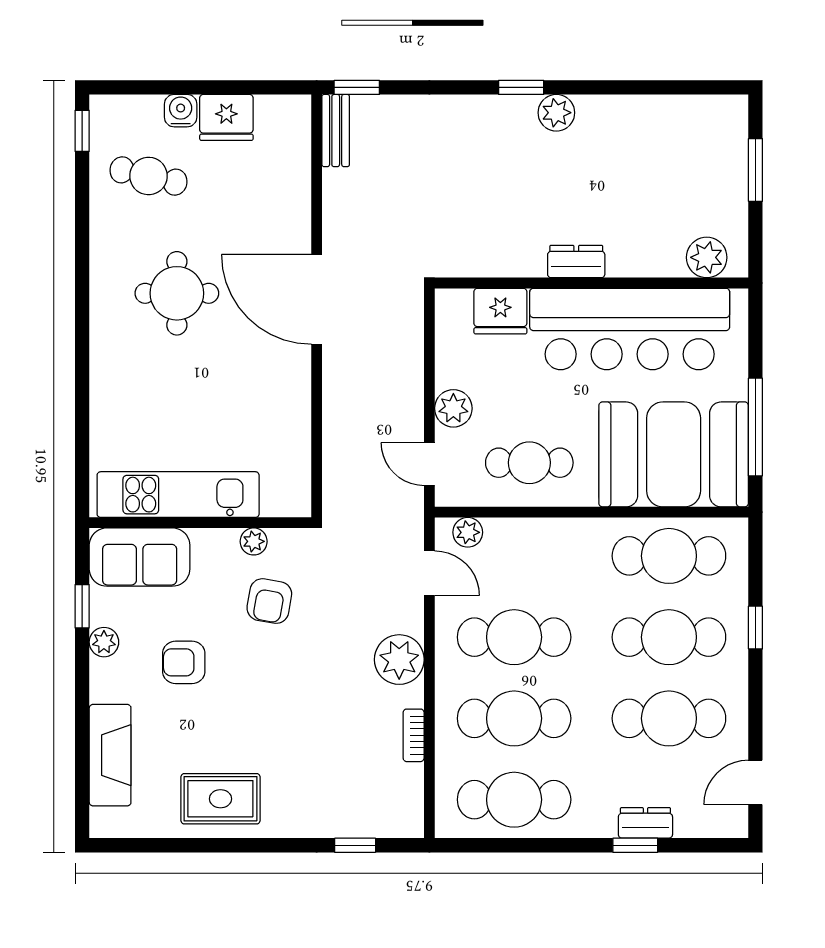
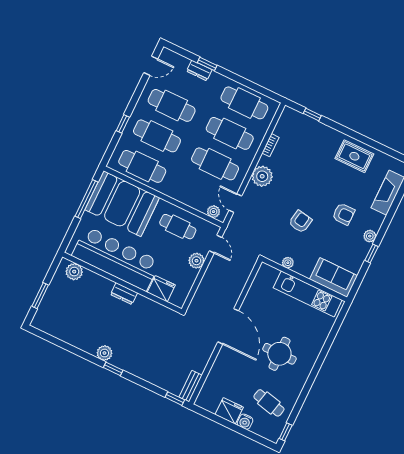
kitchen unit: (178, 495) -> (308, 294), moved
wall: (200, 523) -> (304, 279), moved
plant: (254, 541) -> (288, 263), moved
sofa: (140, 557) -> (333, 277), moved

